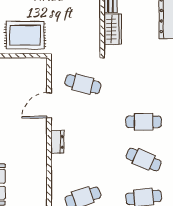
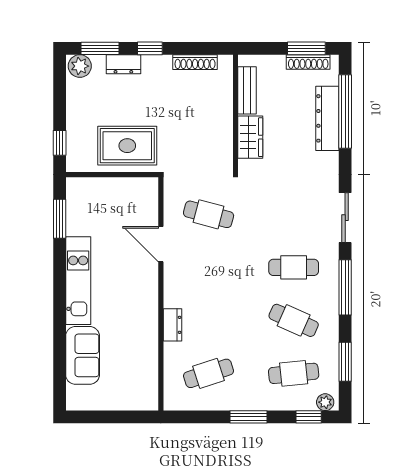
door: (49, 105) -> (161, 244), hinge flipped
dresser: (57, 142) -> (172, 325), moved

